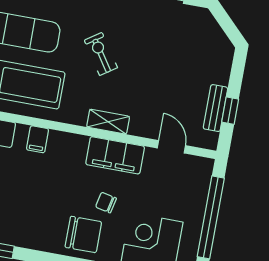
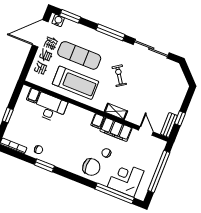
bench: (215, 108) -> (169, 125), moved
filing cabinet: (38, 139) -> (98, 121), moved

